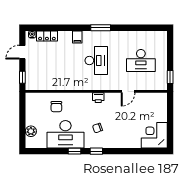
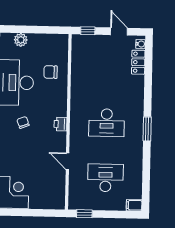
filing cabinet: (77, 37) -> (134, 205), moved
desk: (141, 60) -> (105, 178), turned 90

